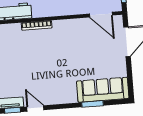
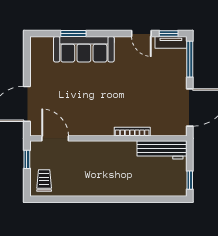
sofa: (103, 90) -> (84, 49), moved

